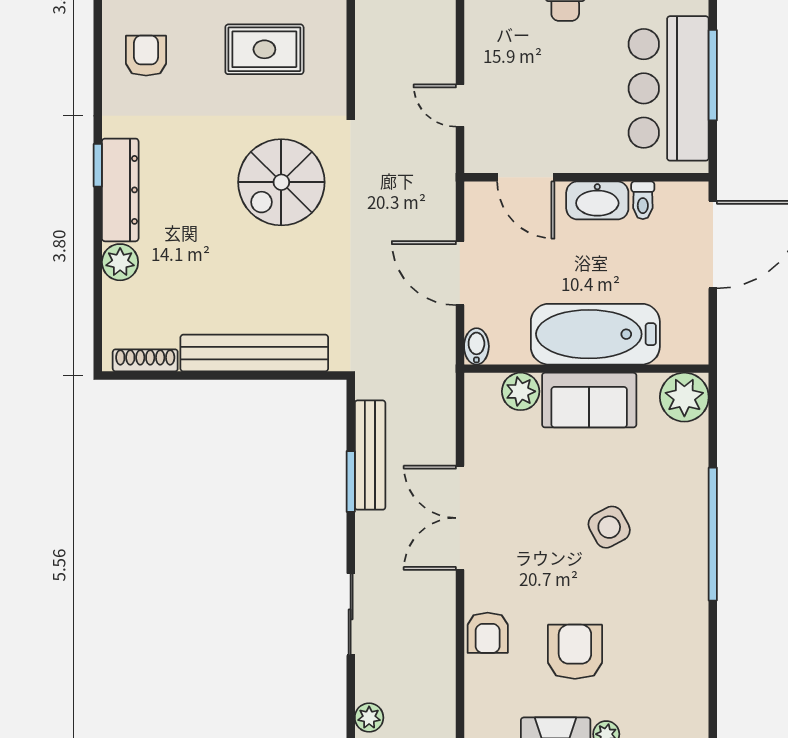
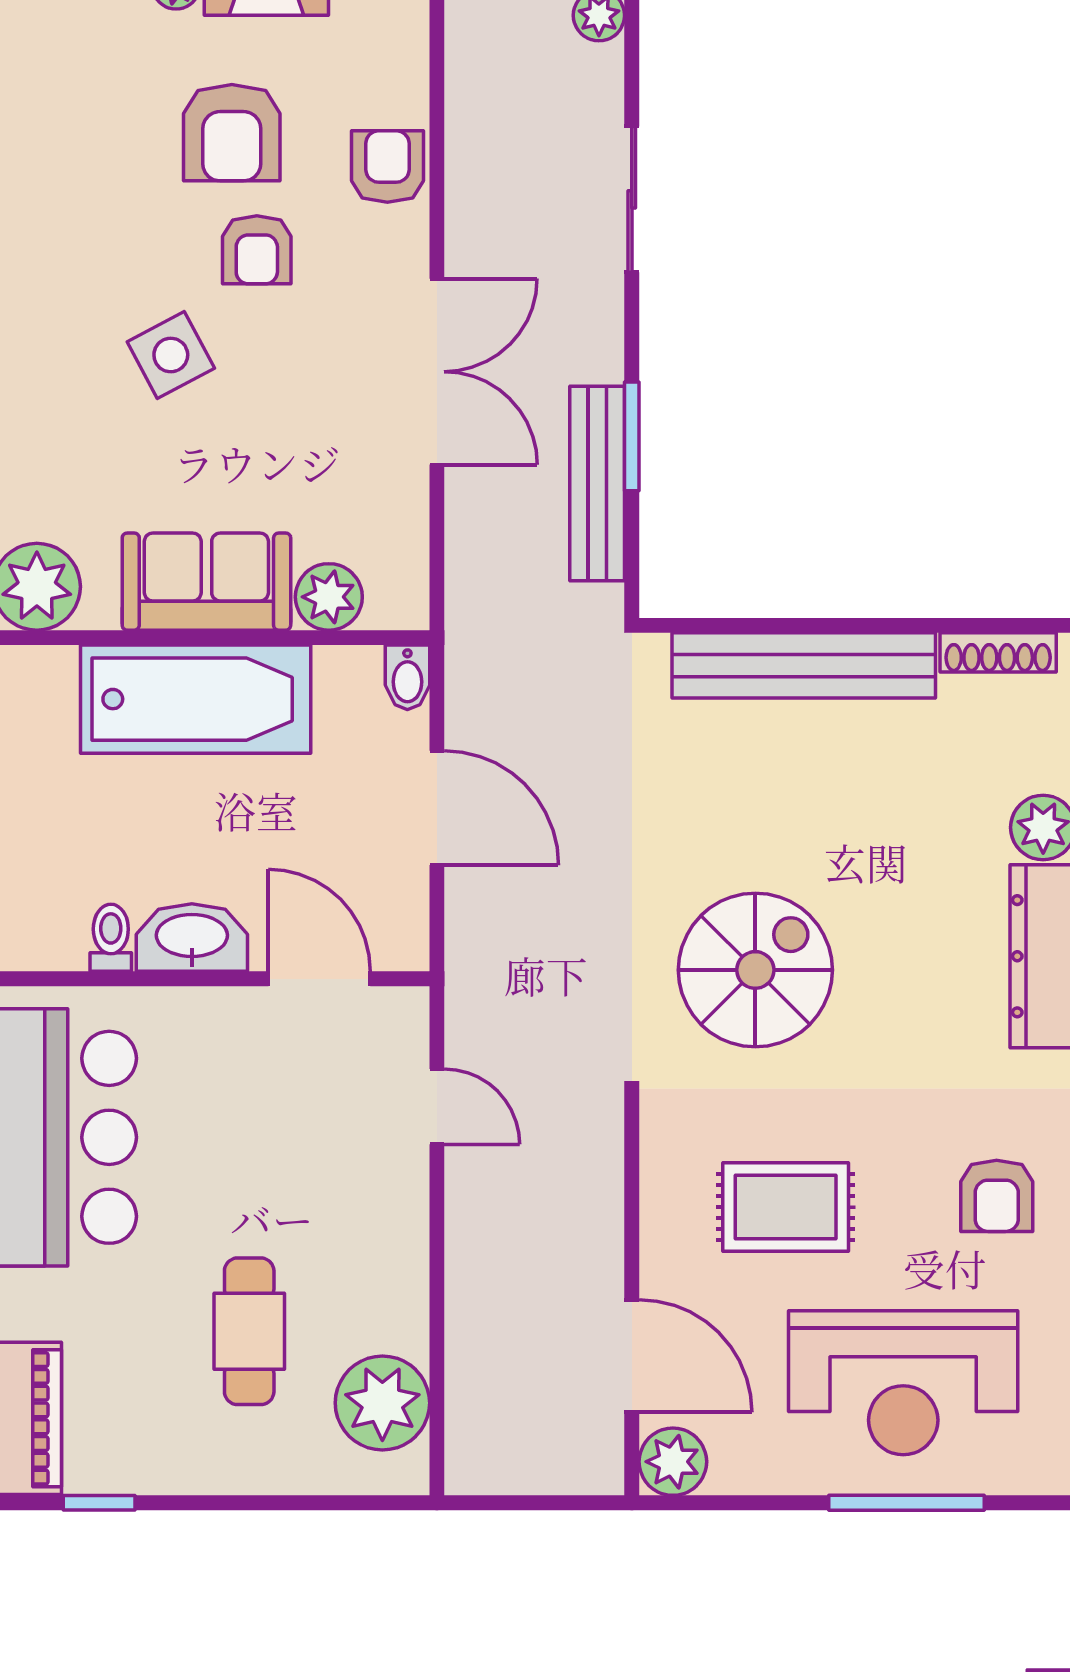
armchair: (561, 586) -> (257, 250), added

